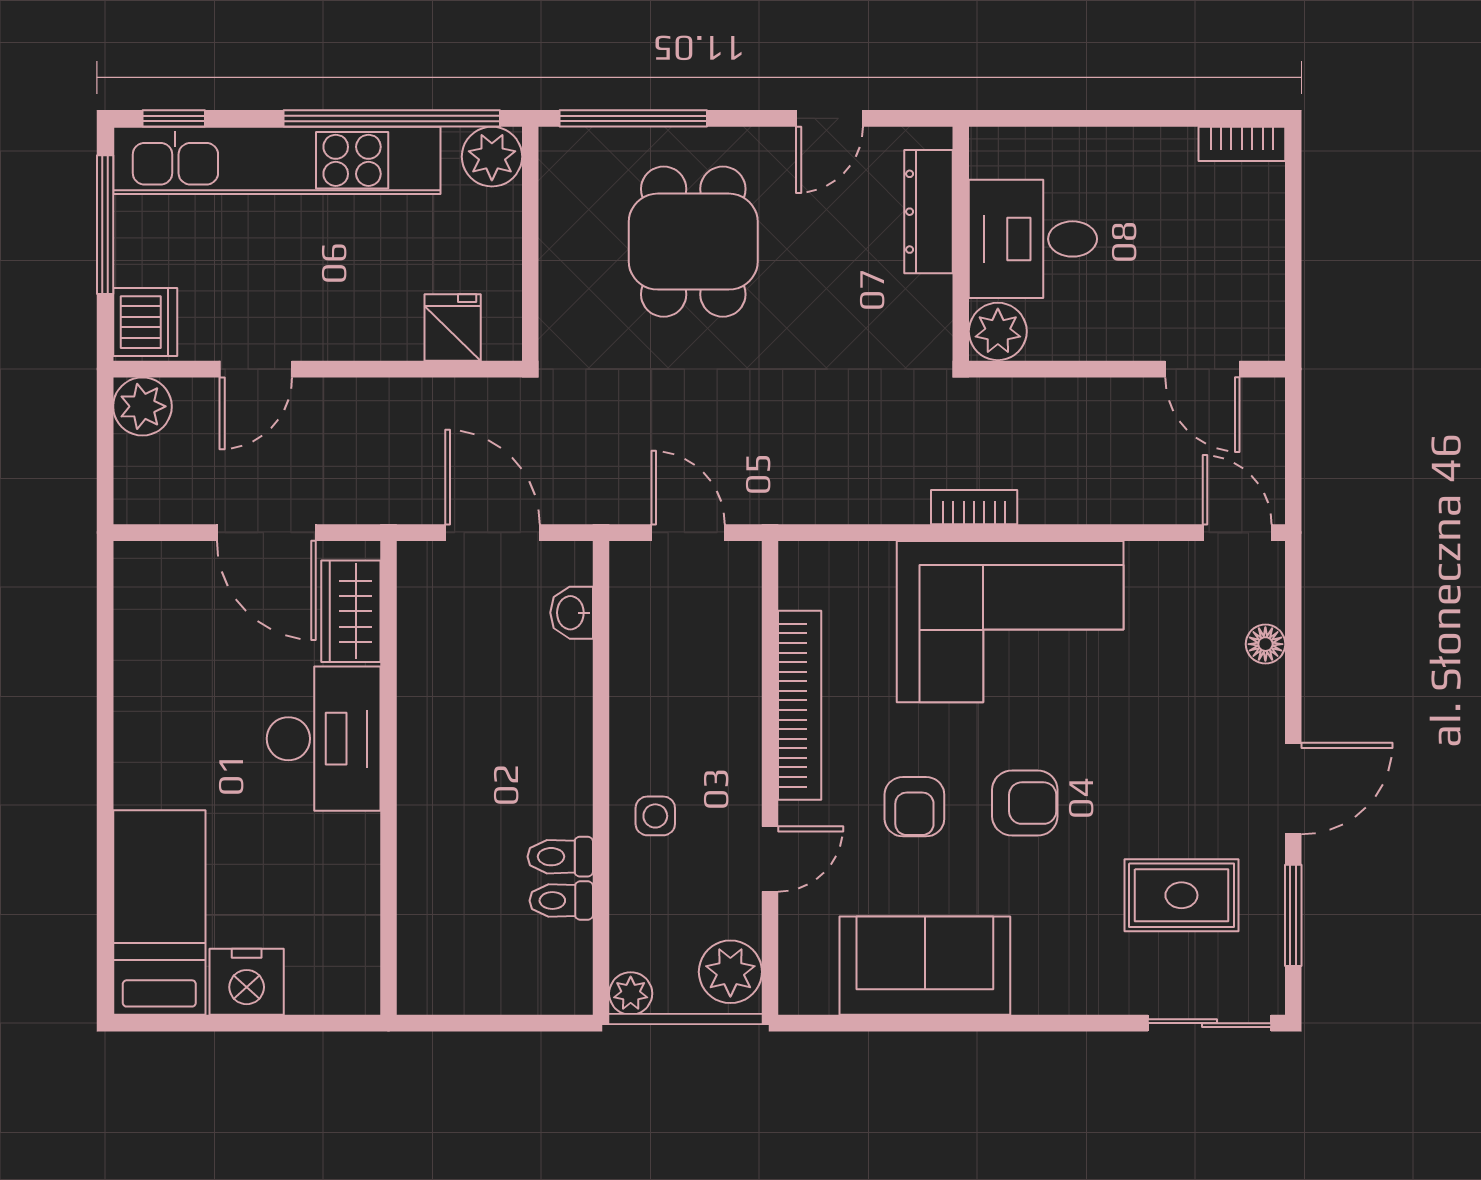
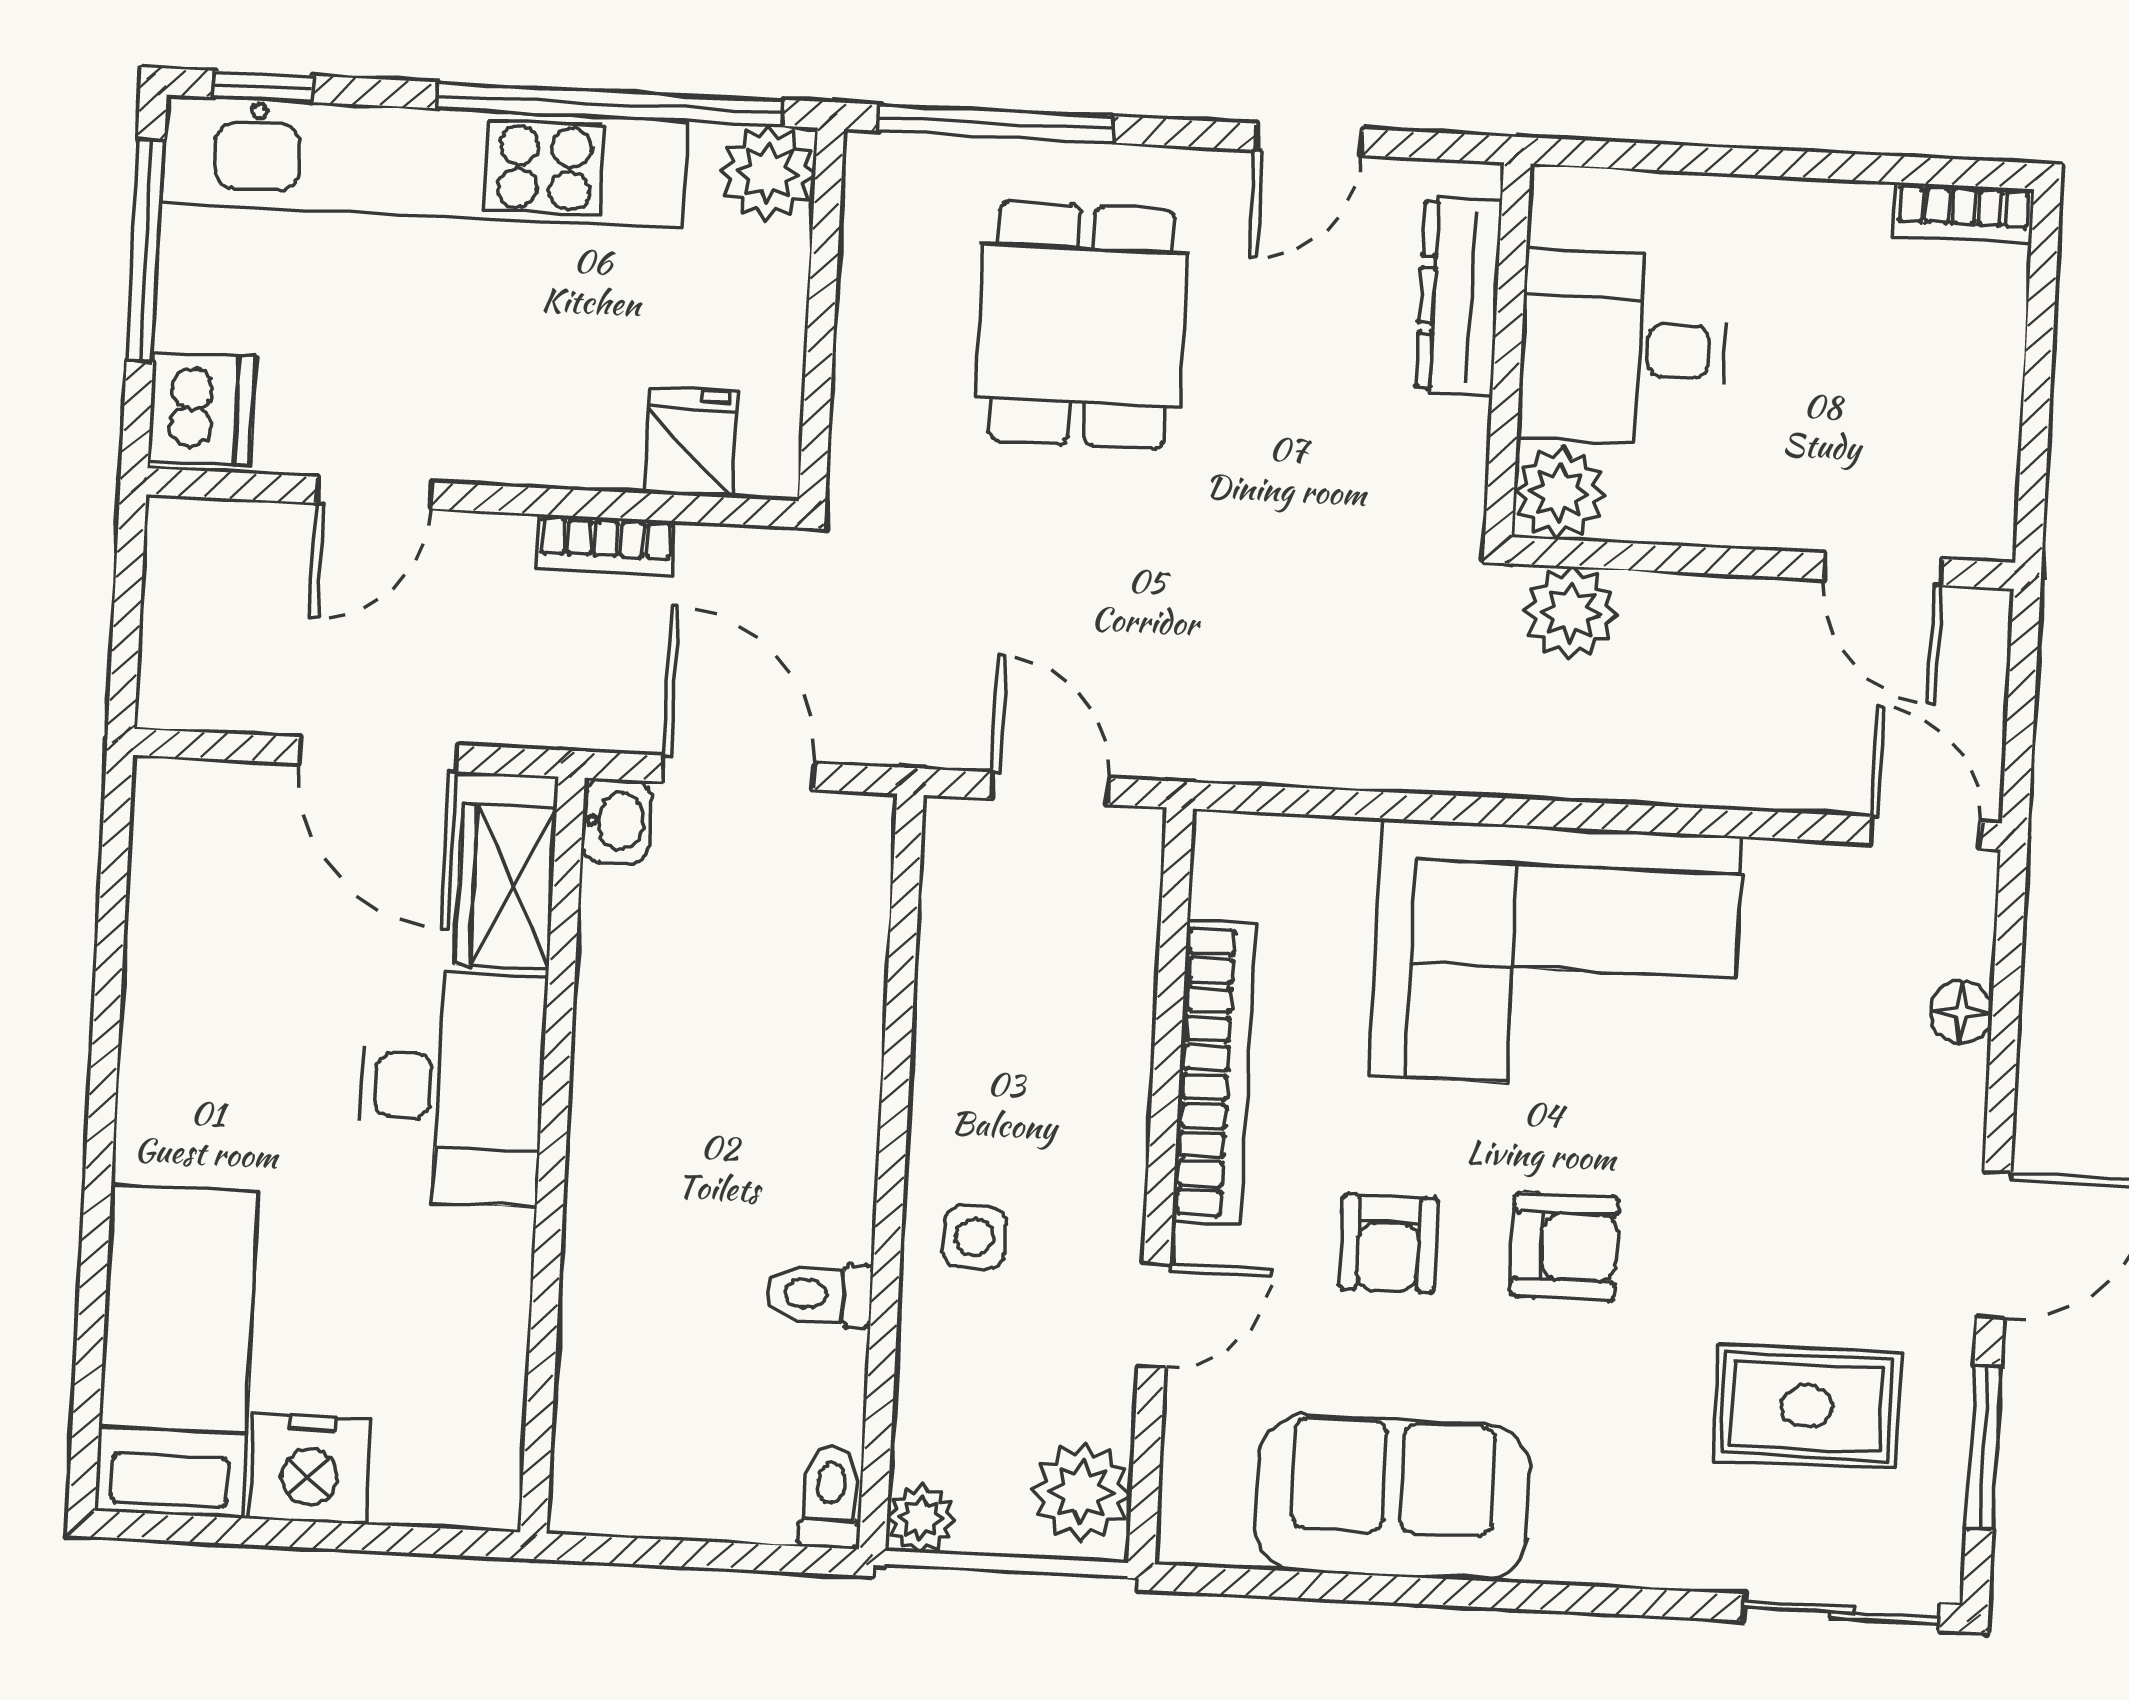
plant: (142, 406) -> (1571, 613), moved
bookcase: (974, 507) -> (606, 545), moved, turned 180
washbasin: (572, 613) -> (616, 821), moved, turned 180
toilet: (561, 901) -> (831, 1497), moved, turned 90

